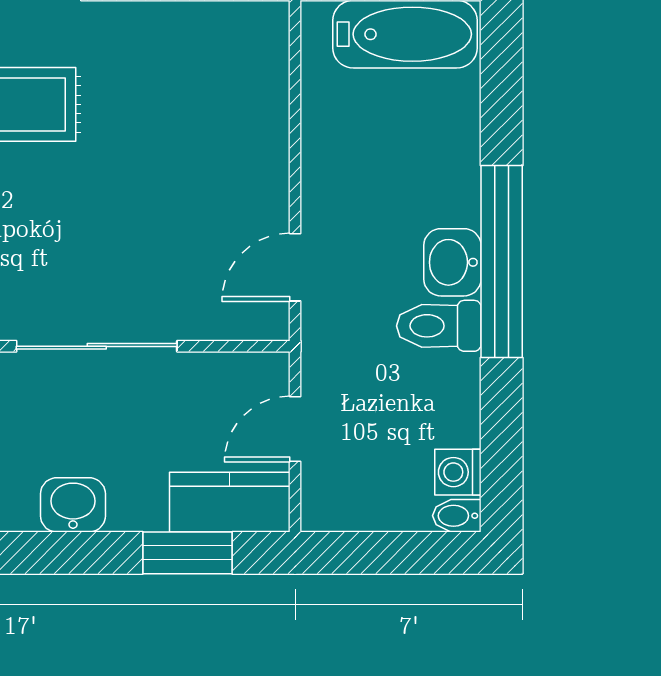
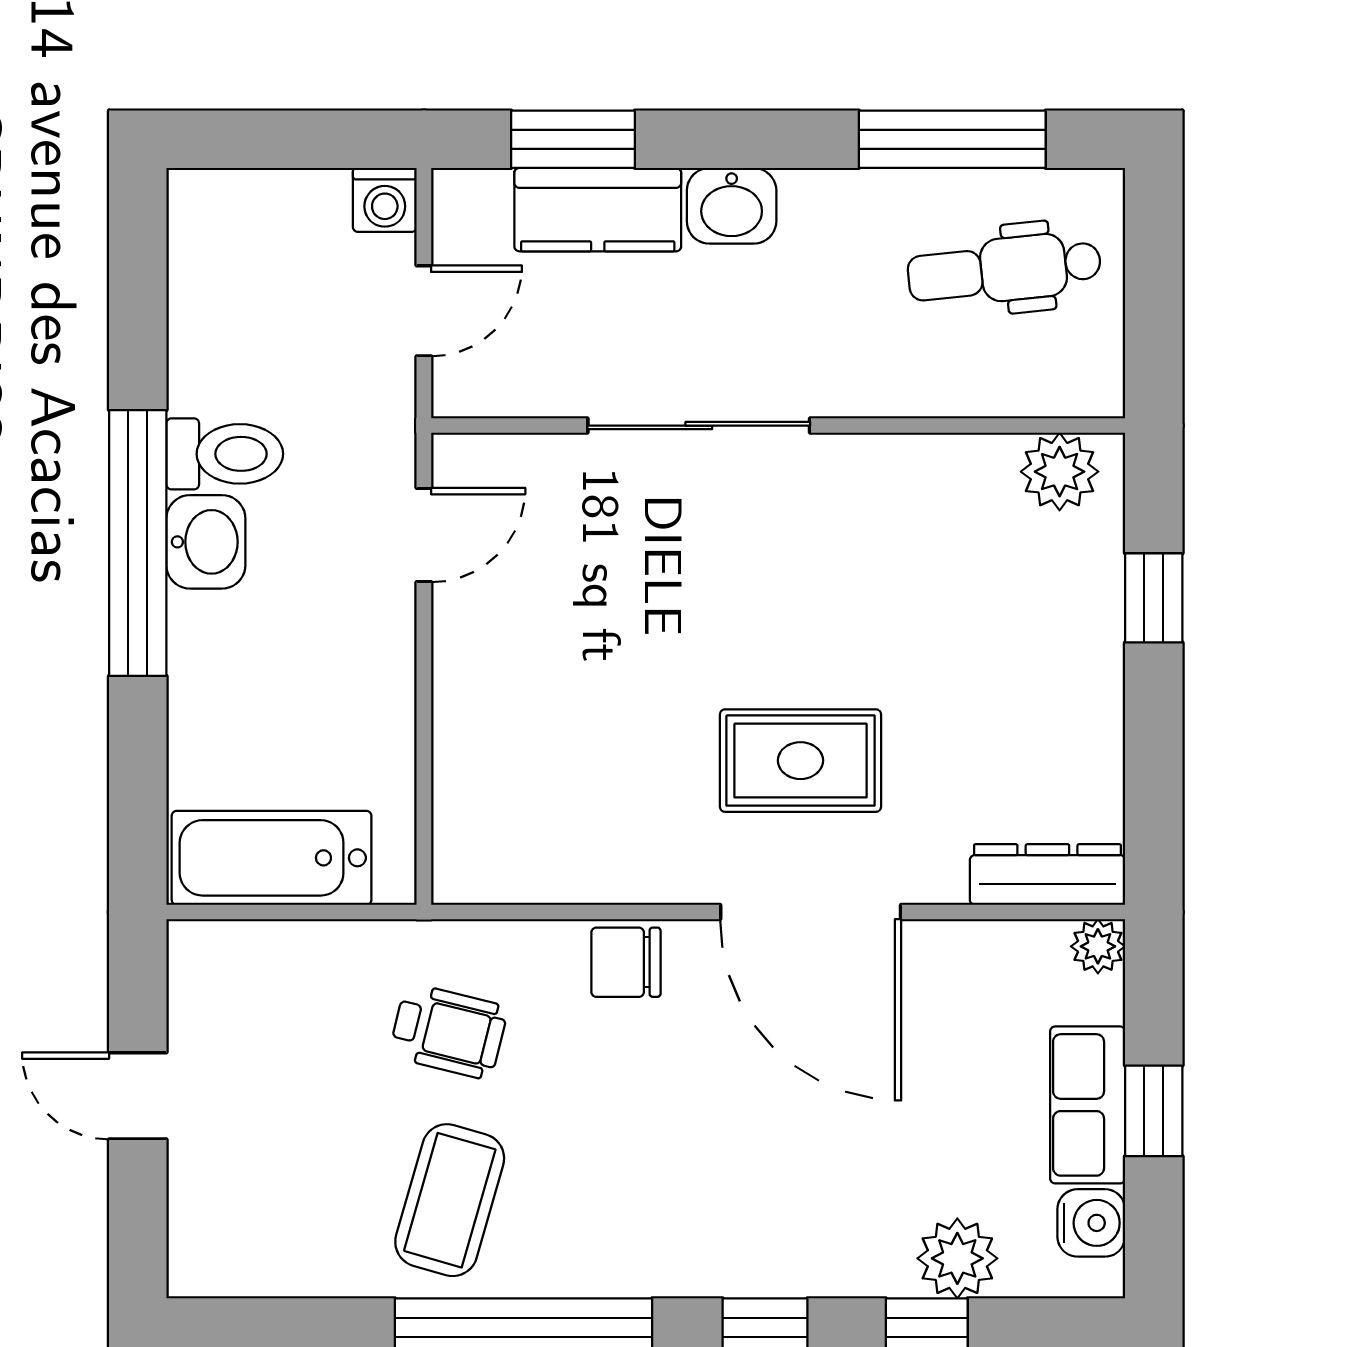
washing machine: (458, 472) -> (385, 200), moved, turned 90
kitchen counter: (230, 502) -> (598, 210), moved
bidet: (457, 516) -> (200, 191), removed

